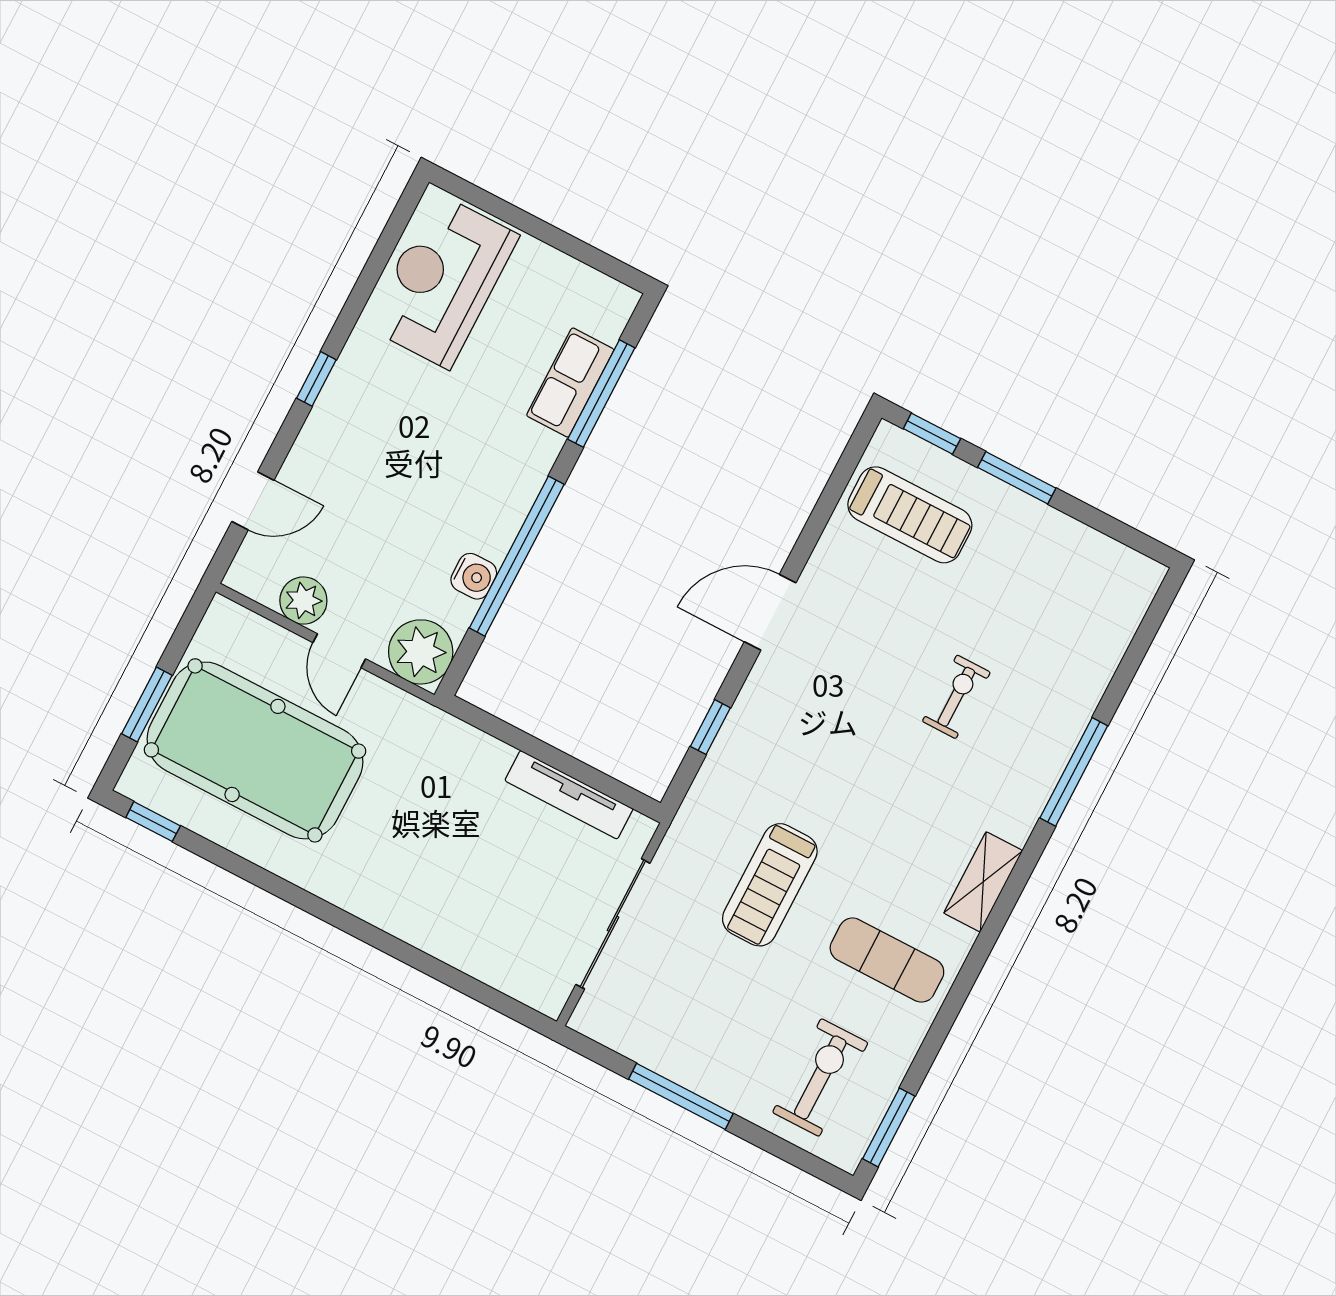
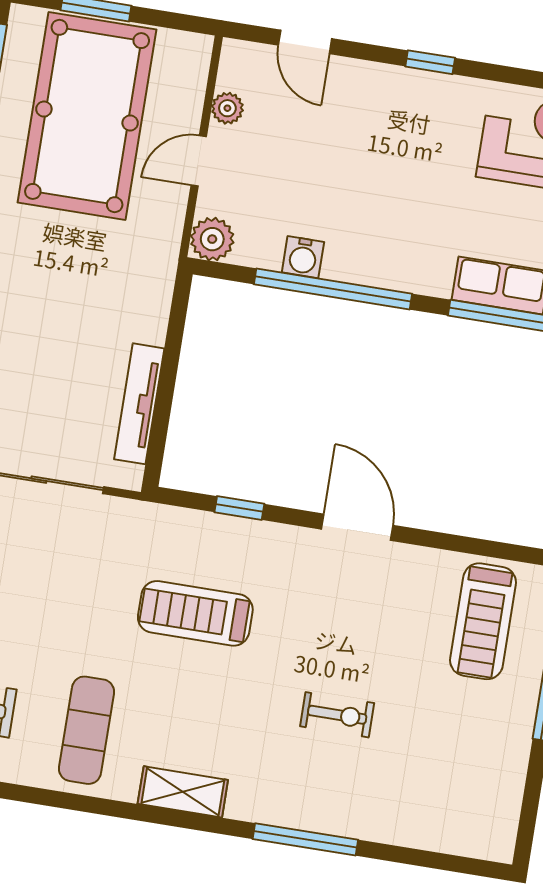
plant: (303, 601) -> (227, 108), width x0.73, depth x0.73
plant: (421, 652) -> (212, 239), width x0.73, depth x0.73
treadmill: (770, 885) -> (195, 613), moved

